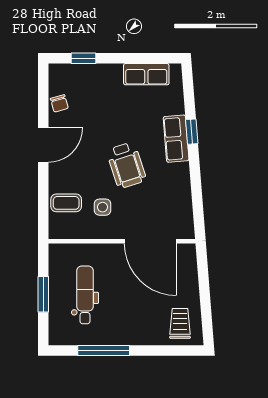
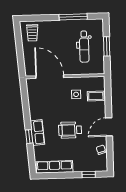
row of seats: (146, 74) -> (55, 167), width x1.48
wheelchair: (126, 165) -> (70, 130), moved, turned -72

